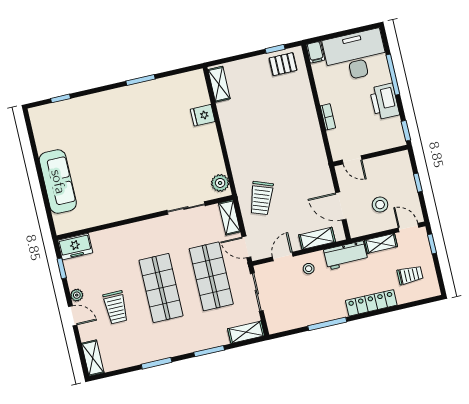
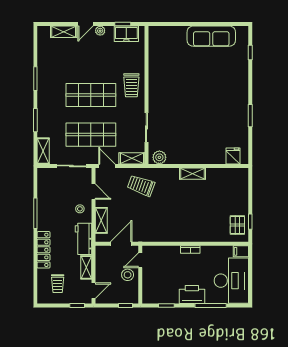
shelving: (219, 84) -> (192, 174), moved
fridge: (203, 115) -> (233, 156), moved
wall: (370, 156) -> (140, 275), moved
door: (352, 160) -> (140, 260), moved
sofa: (58, 182) -> (211, 36), moved
stool: (380, 205) -> (128, 275), moved
freezer: (75, 247) -> (126, 34), moved, turned -90
door: (246, 247) -> (107, 166), hinge flipped
trolley: (116, 307) -> (131, 85), moved, turned -90
shelving: (93, 358) -> (64, 32), moved

